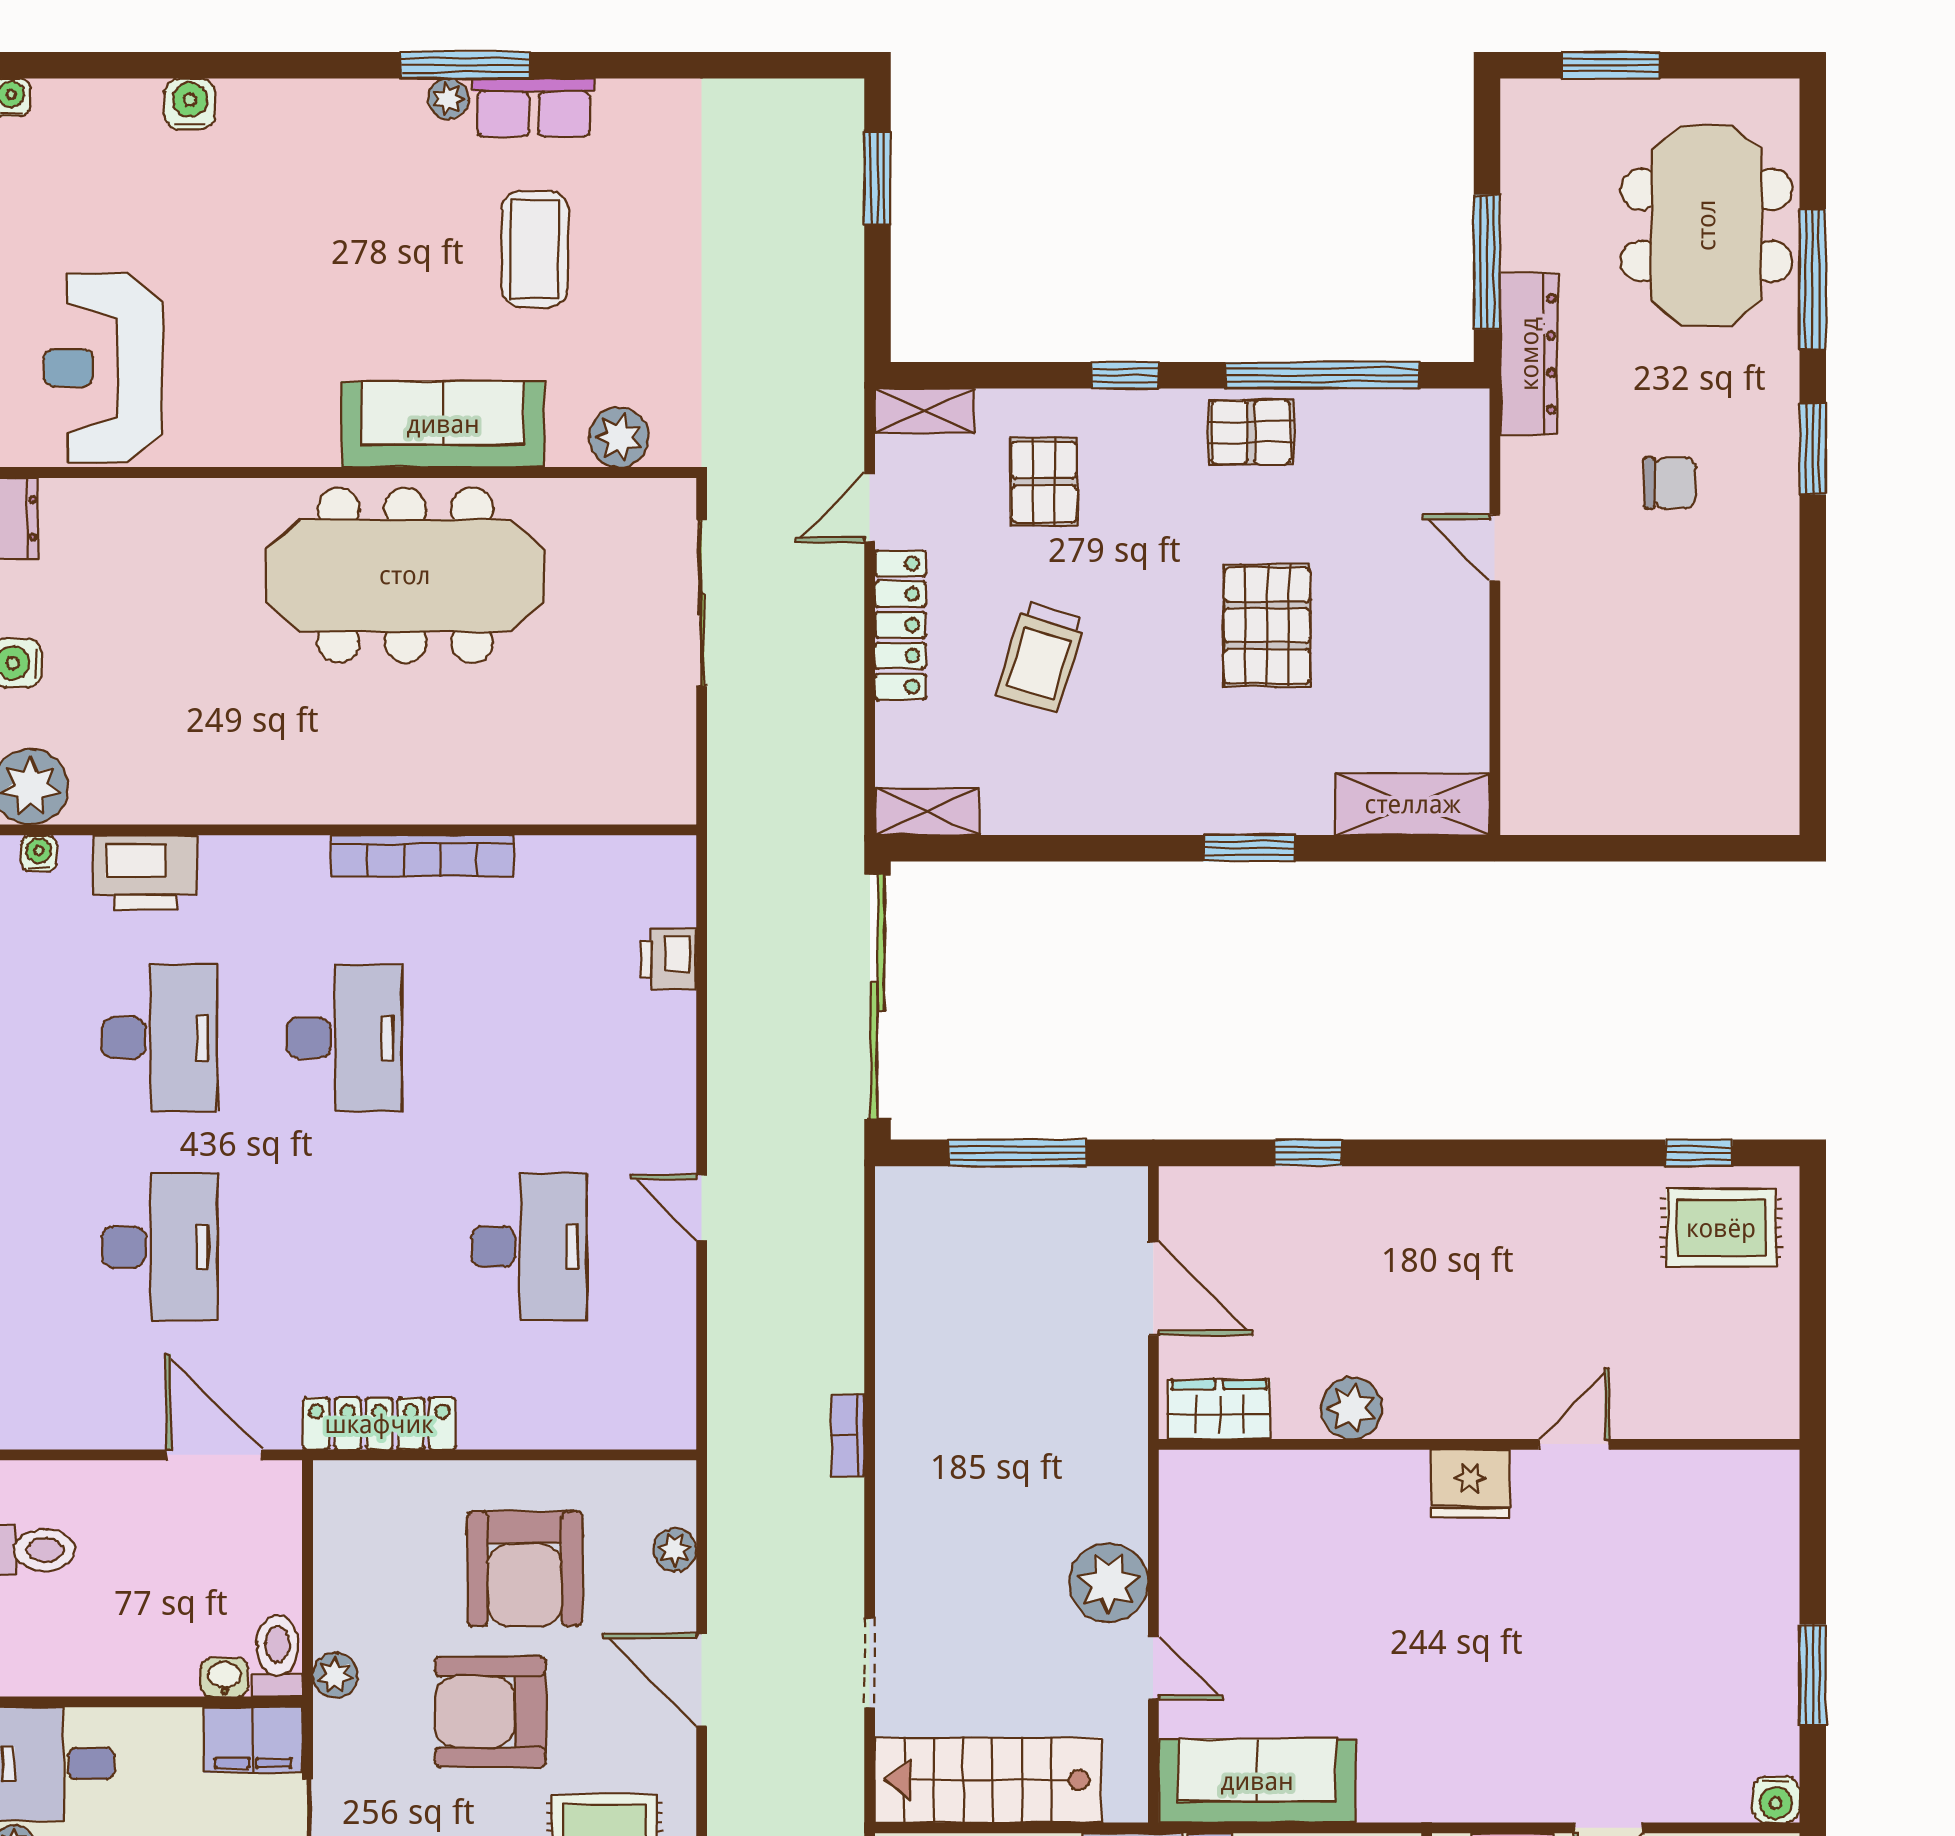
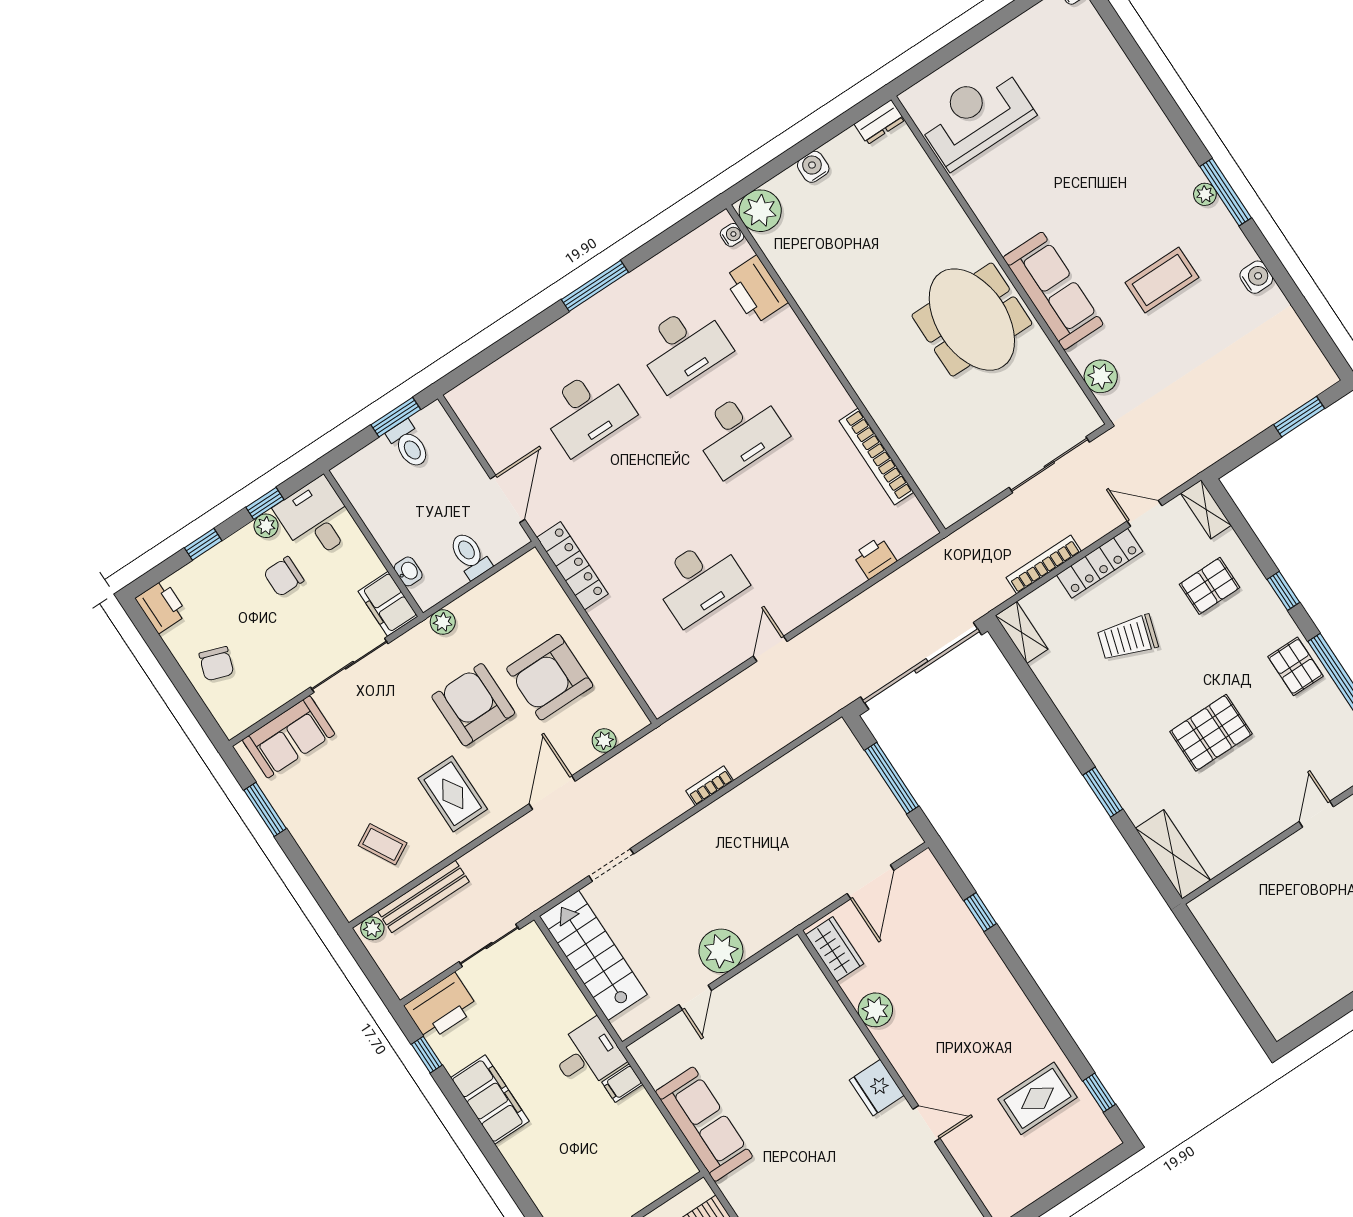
water cooler: (190, 104) -> (1256, 277), moved
row of seats: (534, 108) -> (1227, 236), removed
meeting table: (405, 575) -> (972, 320), width x0.73
bookcase: (846, 711) -> (1044, 564), added
bookcase: (422, 856) -> (876, 456), moved
rug: (1721, 1228) -> (1037, 1098), moved, turned 90
toilet: (277, 1656) -> (470, 555), moved, turned -90
sofa: (1257, 1781) -> (704, 1124), moved

